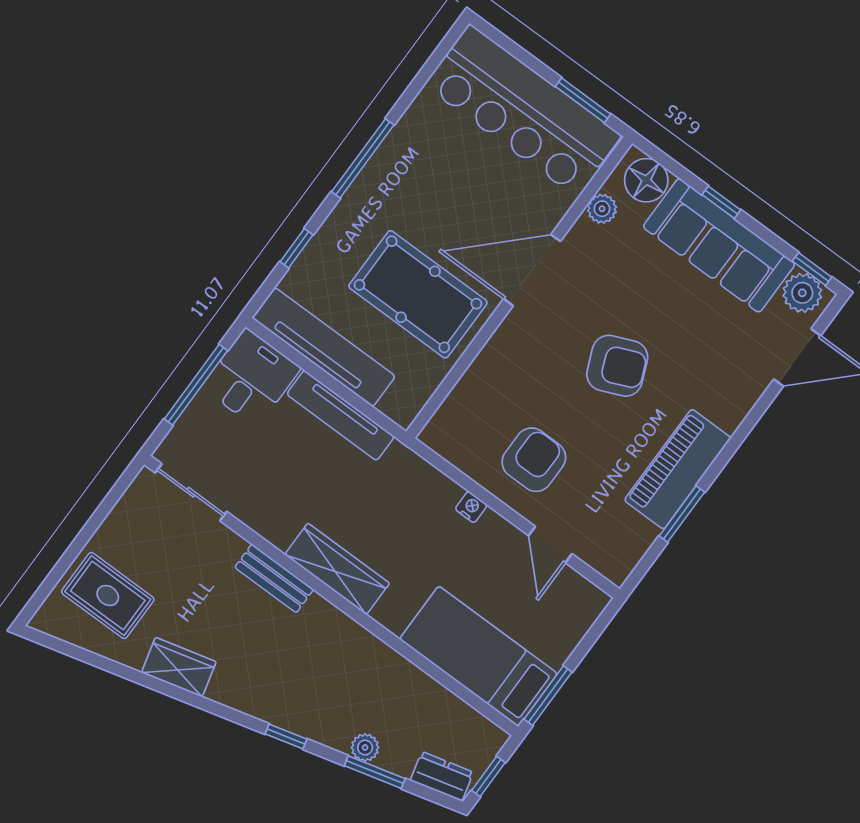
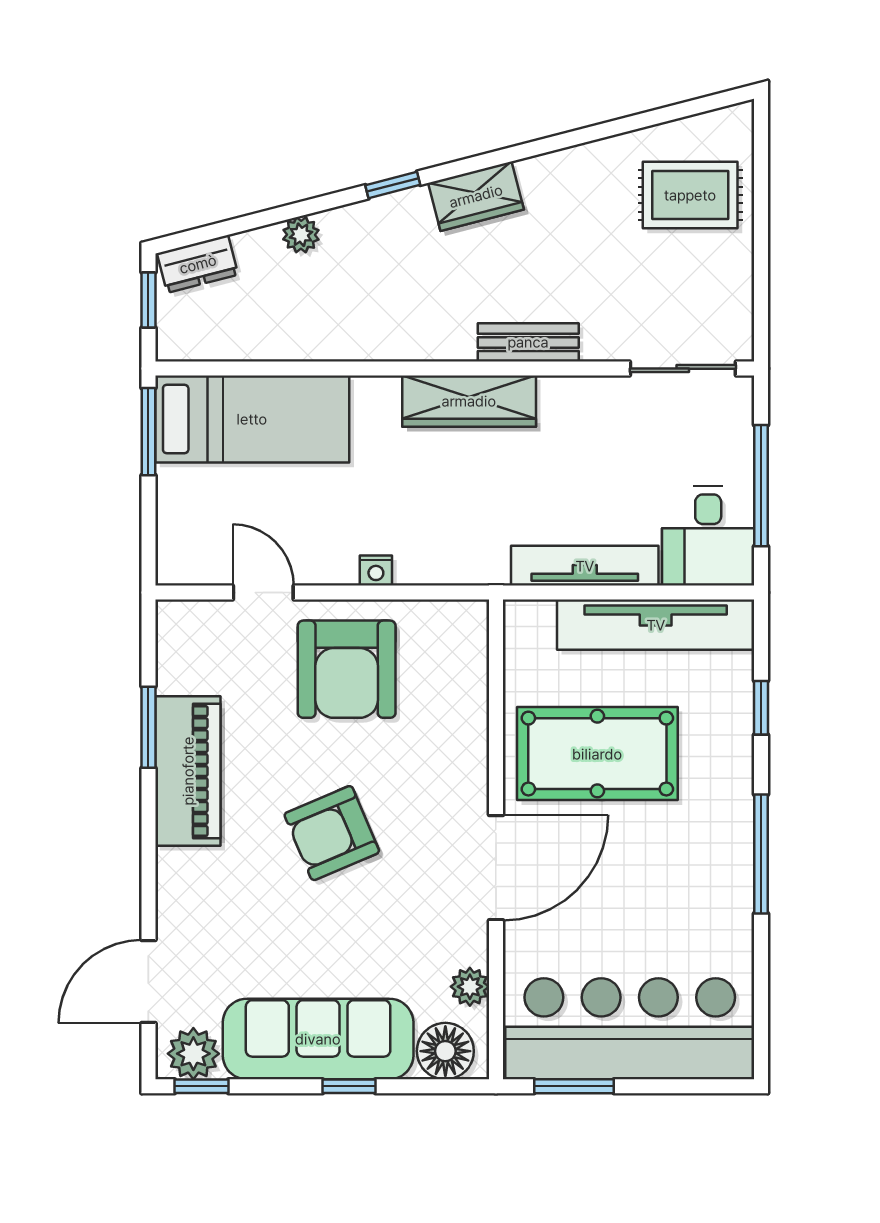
armchair: (534, 460) -> (347, 669), width x1.36, depth x1.36
wardrobe: (179, 667) -> (476, 196), moved
window: (375, 772) -> (272, 216), removed

